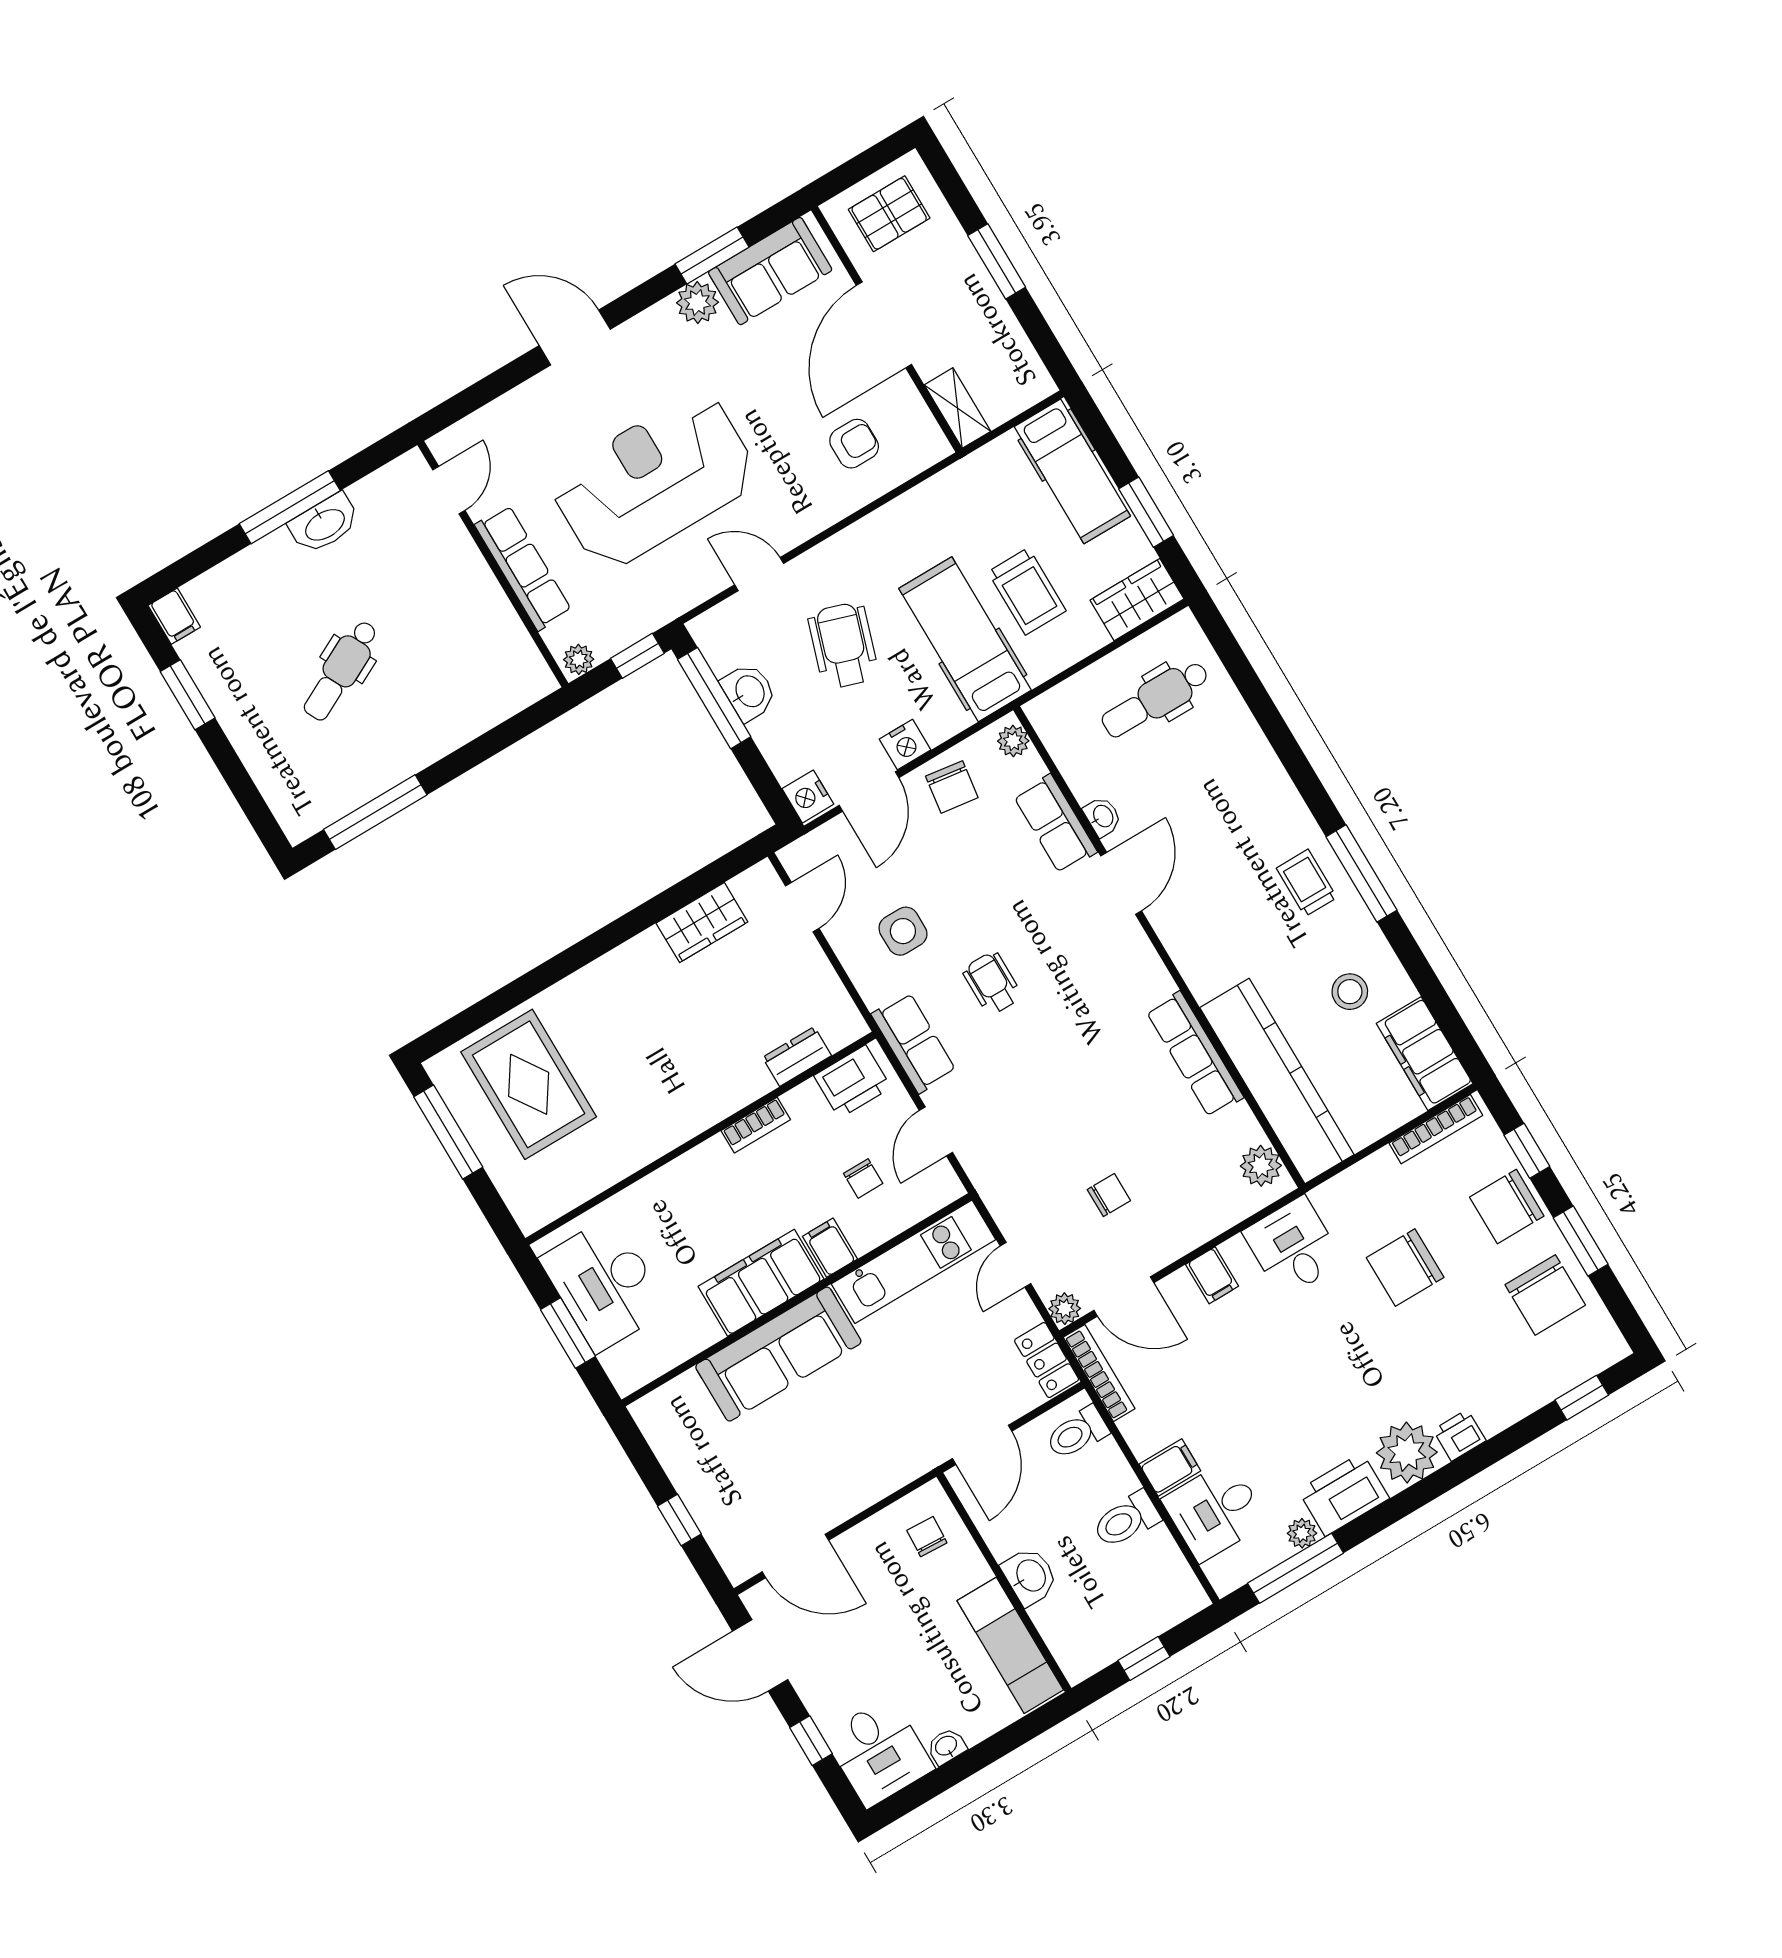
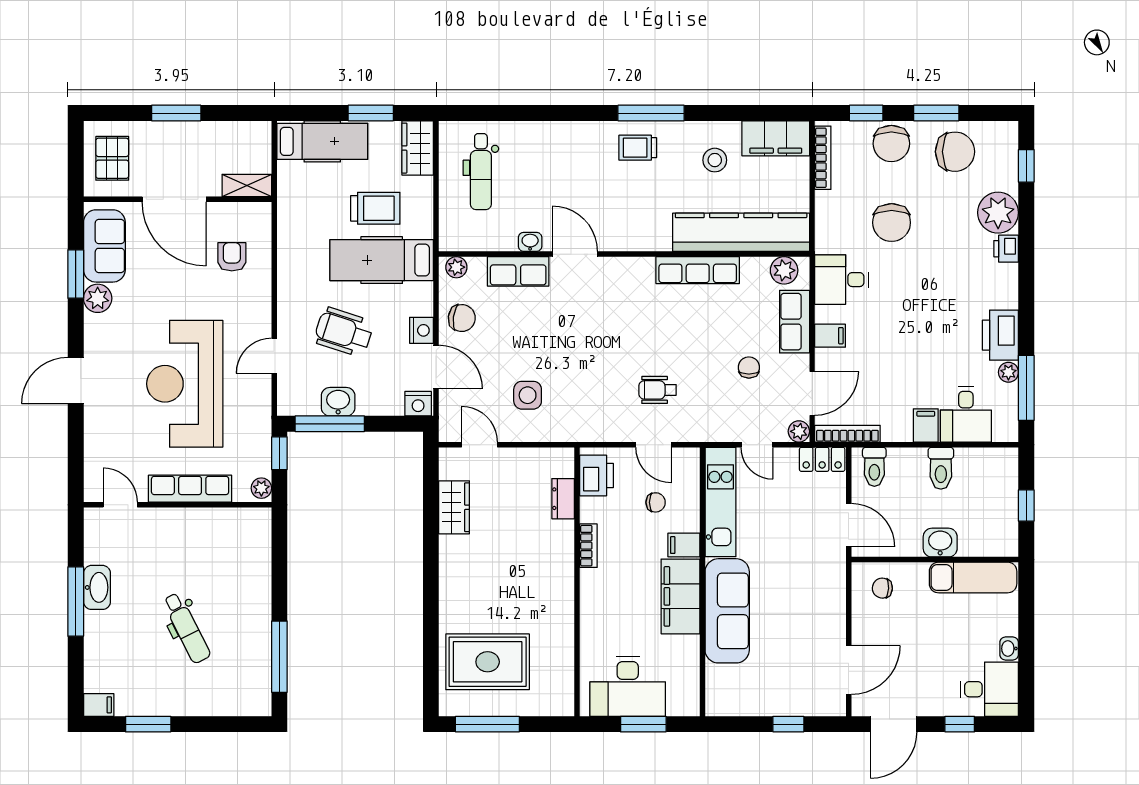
wheelchair: (992, 983) -> (658, 390), moved
row of seats: (914, 1043) -> (795, 322), moved, turned -90
plant: (1407, 1453) -> (998, 213), moved

